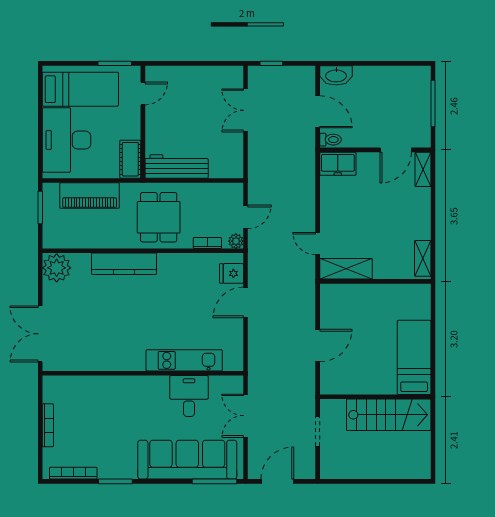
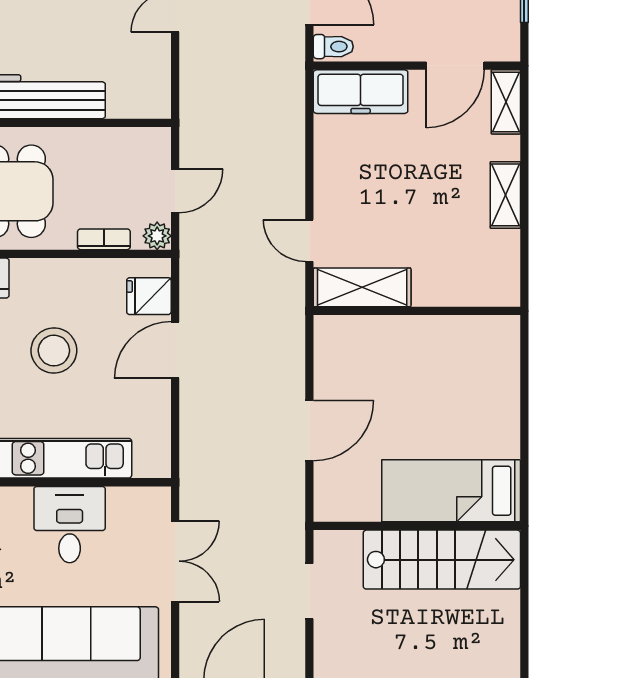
freezer: (338, 164) -> (361, 92), width x1.40
shelving: (423, 258) -> (505, 195), moved
stool: (181, 303) -> (54, 351), added
bed: (414, 357) -> (451, 491), moved, turned -90
double door: (246, 416) -> (175, 561), swing flipped

